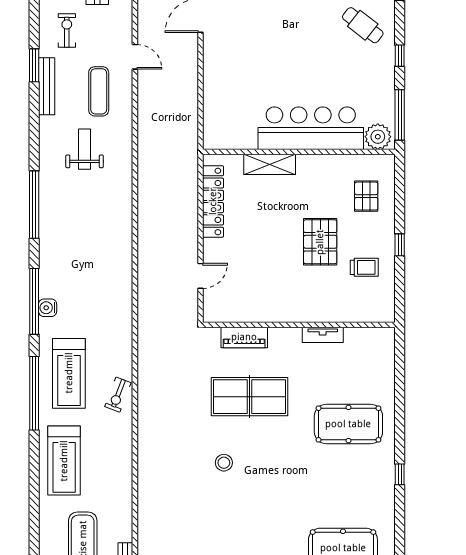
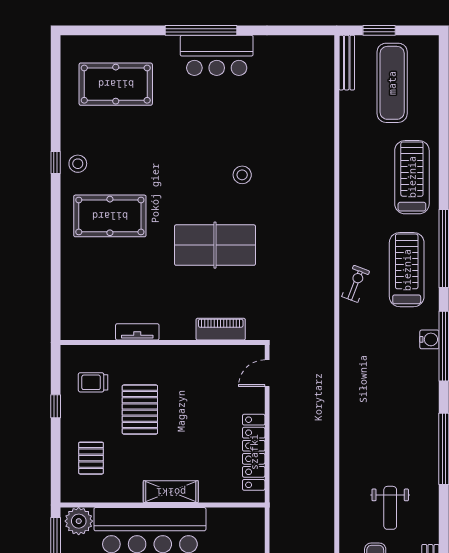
shelving: (270, 164) -> (171, 492), moved
wall: (299, 325) -> (163, 342), moved
tv unit: (323, 335) -> (137, 332), moved
piano: (244, 337) -> (221, 329), moved
exercise bike: (118, 395) -> (356, 284), moved
stool: (379, 473) -> (78, 164), added

